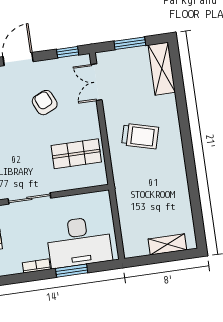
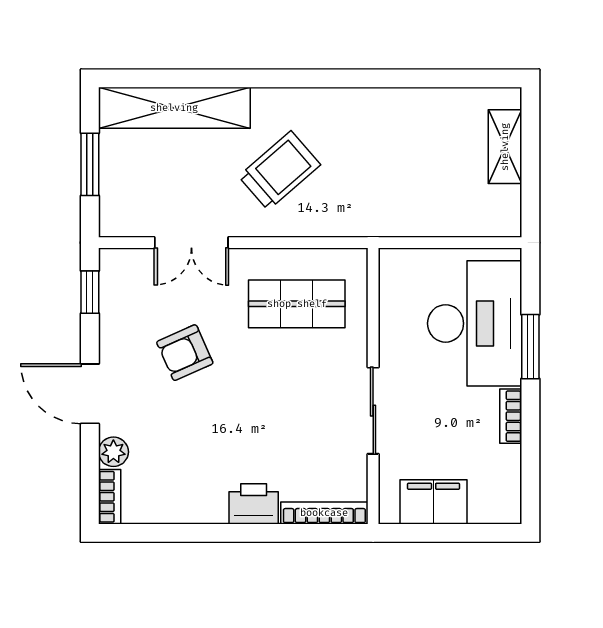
shelving: (162, 69) -> (174, 108), width x1.47
double door: (96, 82) -> (191, 243), moved
trolley: (140, 136) -> (280, 171), turned 34
shop shelf: (76, 154) -> (297, 304), turned 90

